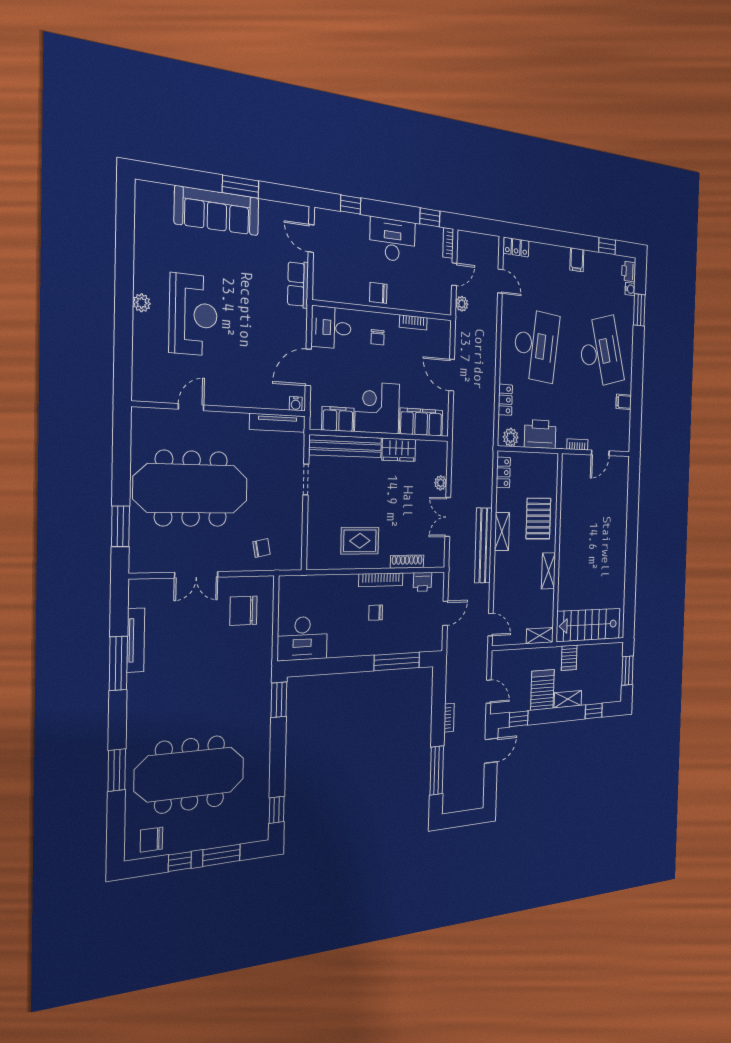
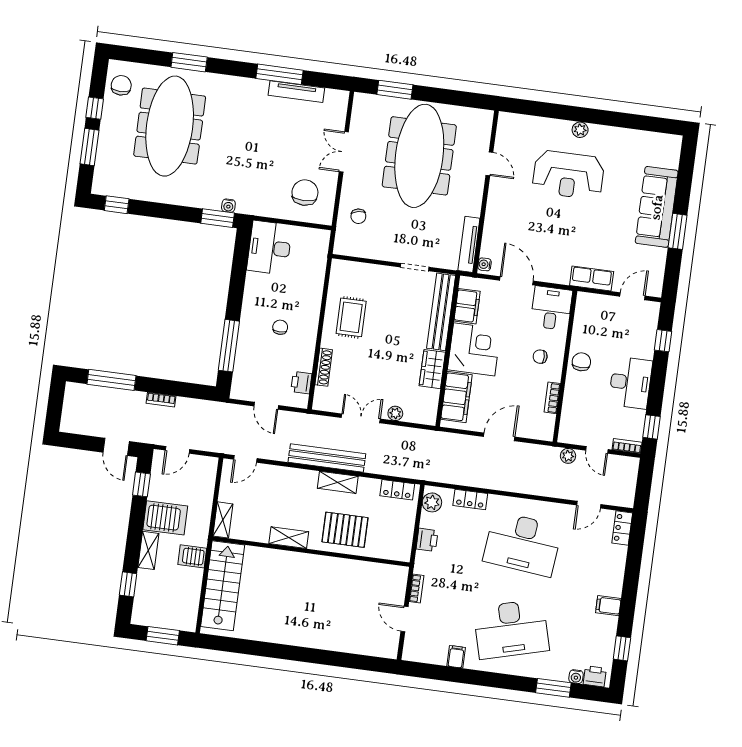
printer: (540, 434) -> (427, 540), width x0.53, depth x0.68
bookcase: (381, 580) -> (311, 336), removed
water cooler: (265, 691) -> (228, 206), added

